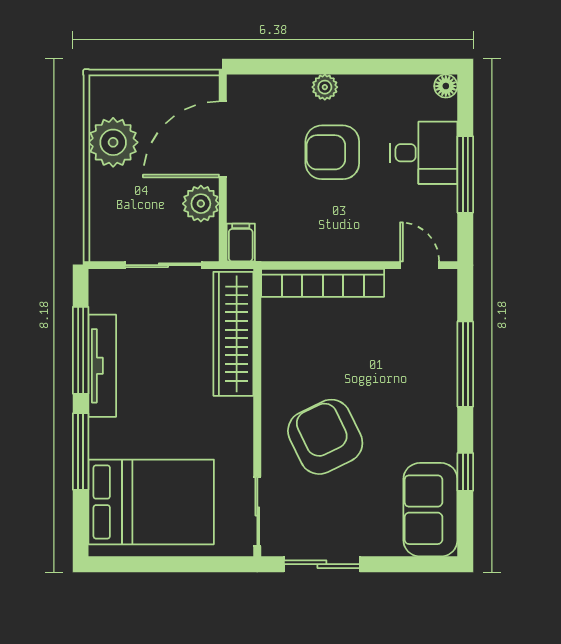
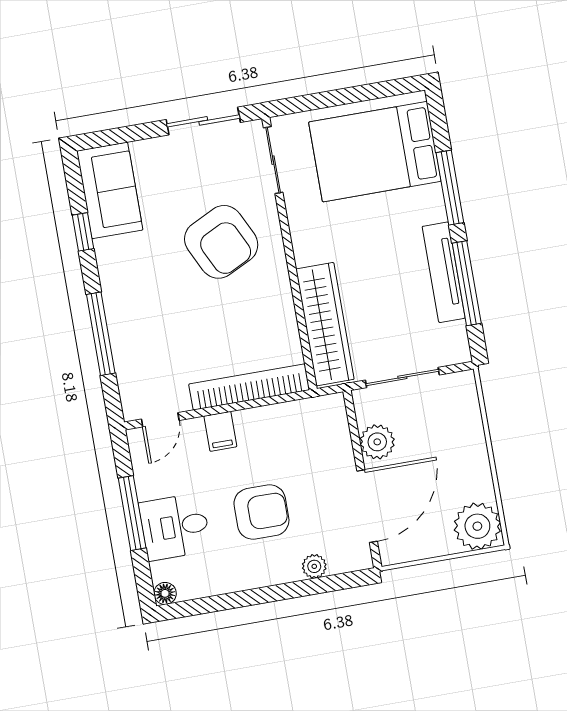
plant: (325, 87) -> (314, 566), moved
plant: (113, 142) -> (477, 526), moved
filing cabinet: (241, 243) -> (220, 431), moved
door: (420, 265) -> (160, 420), hinge flipped

